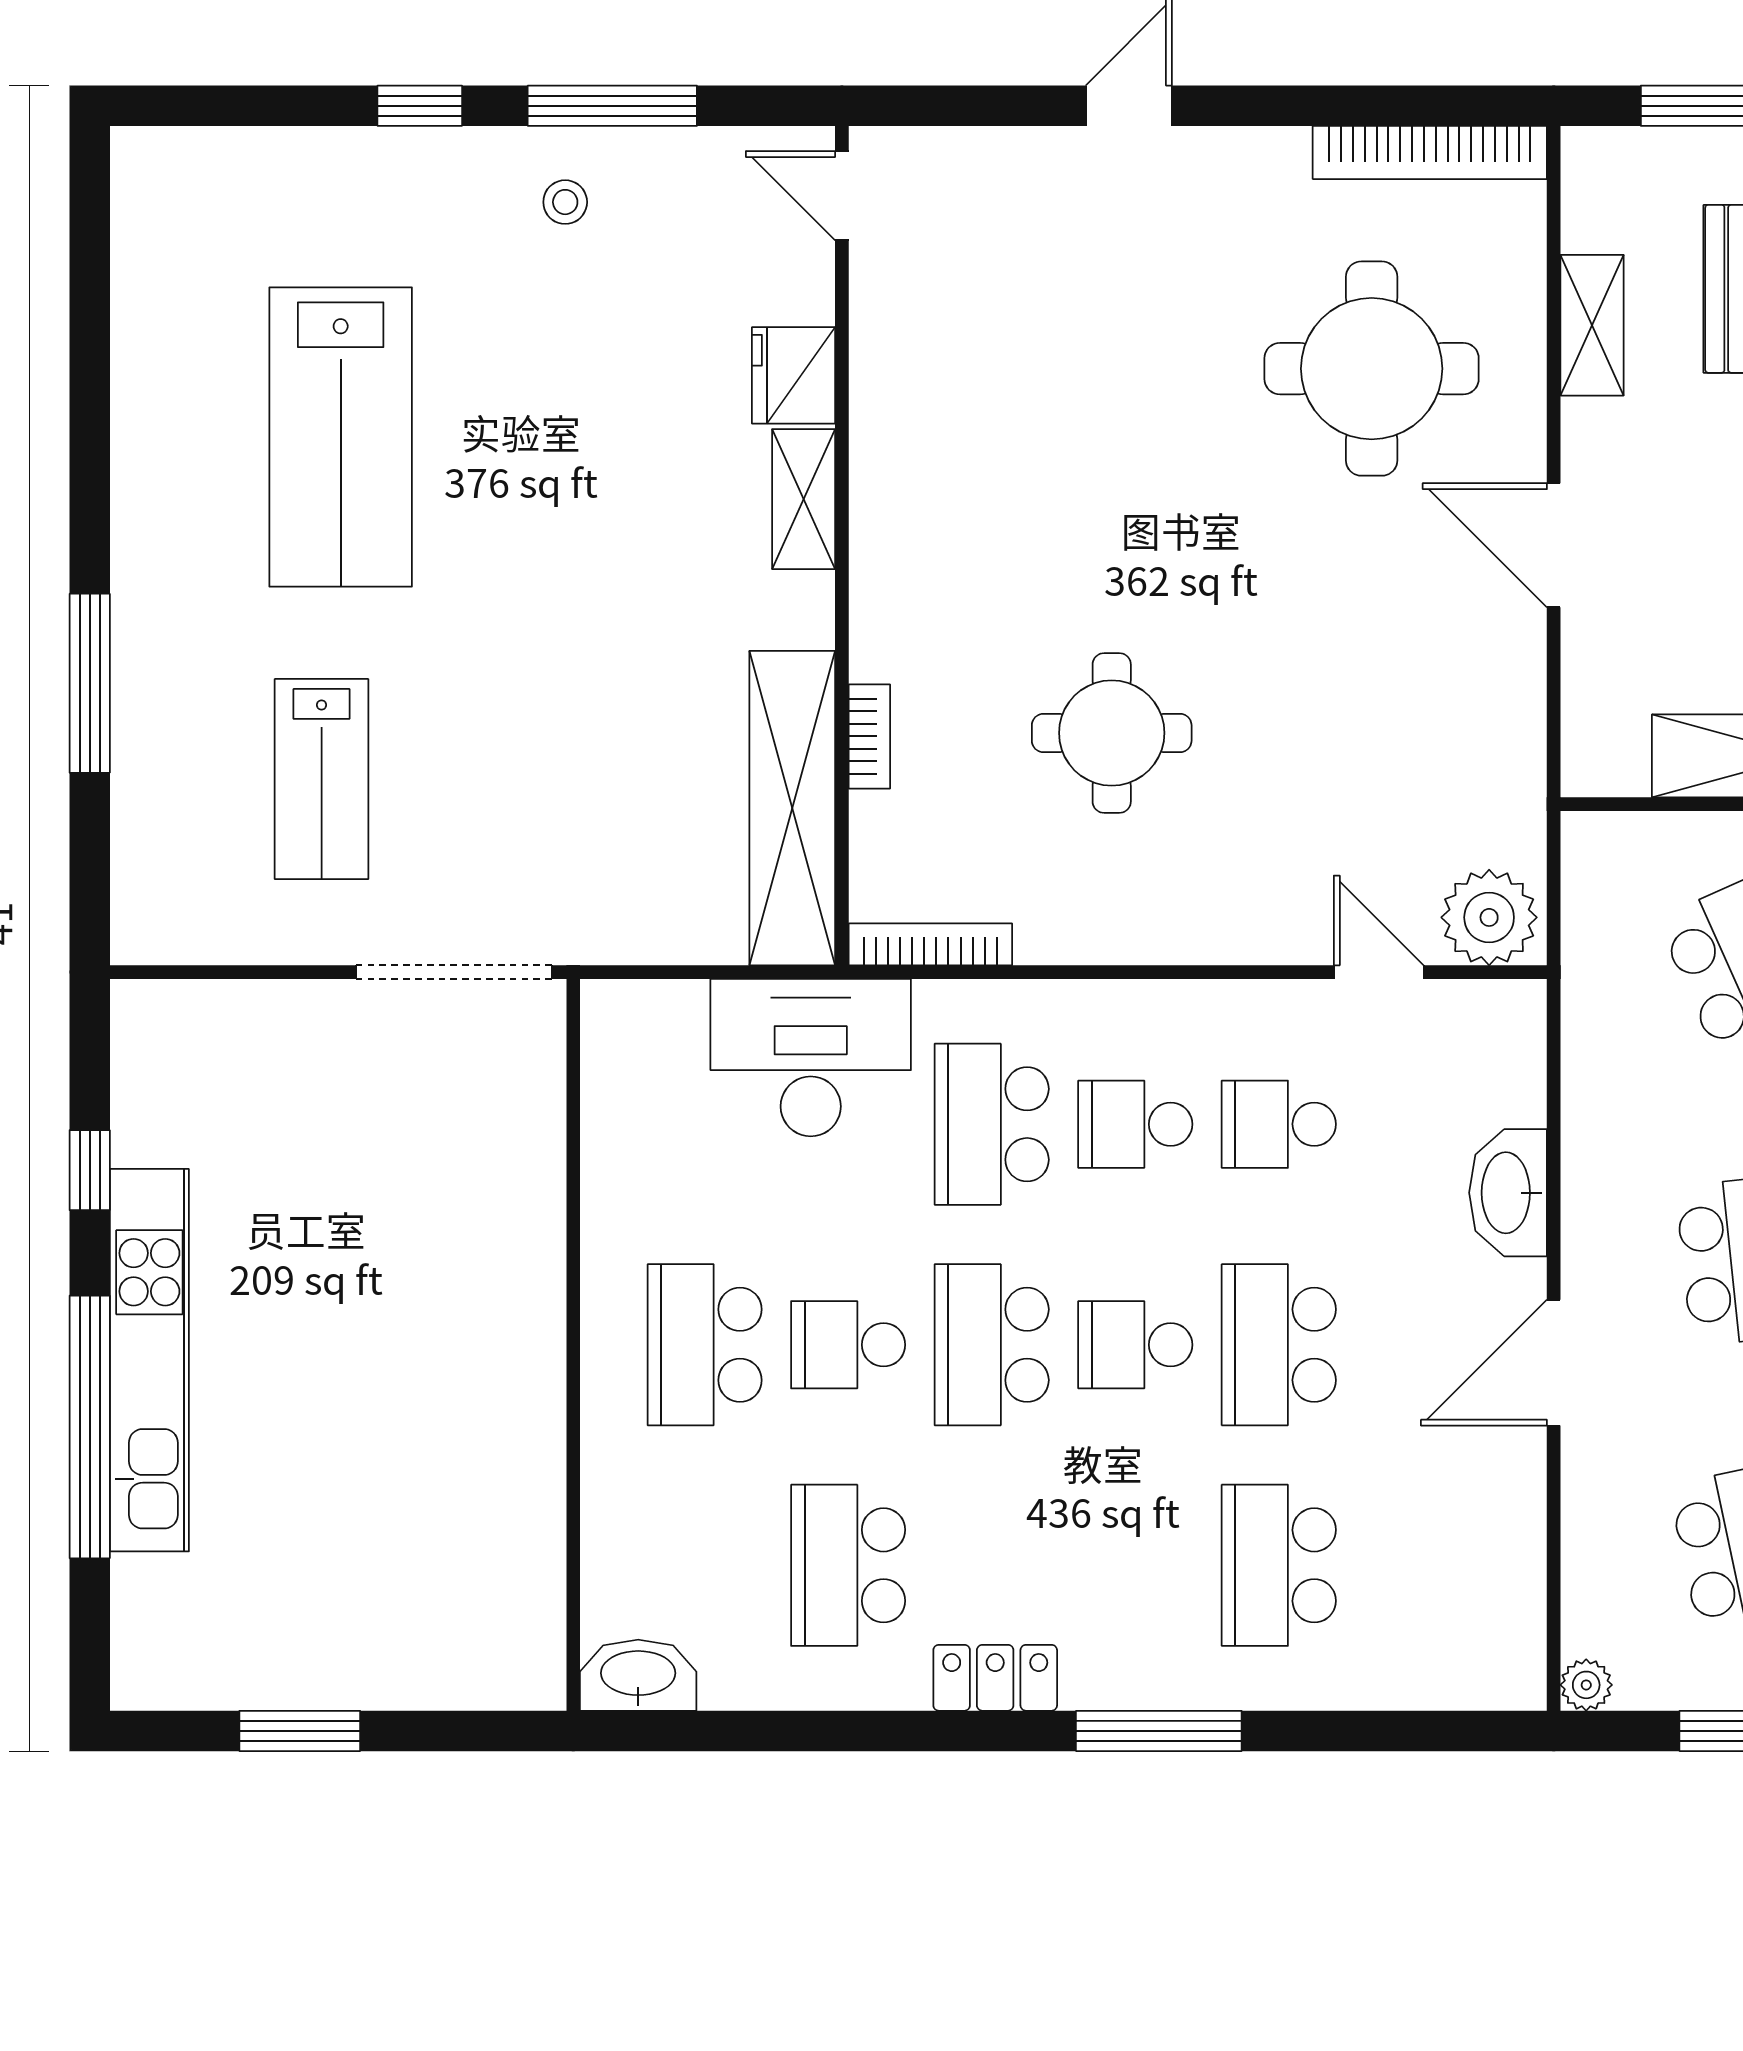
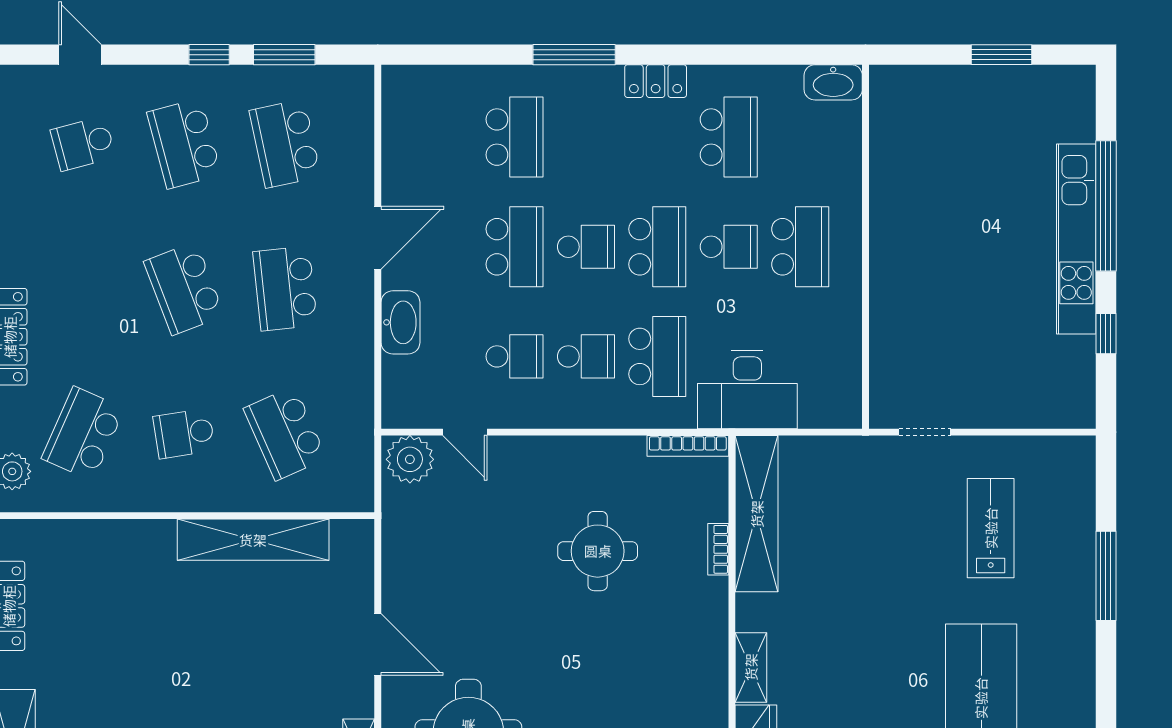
doorway: (454, 972) -> (925, 432), width x0.53
plant: (1586, 1685) -> (362, 78), removed

